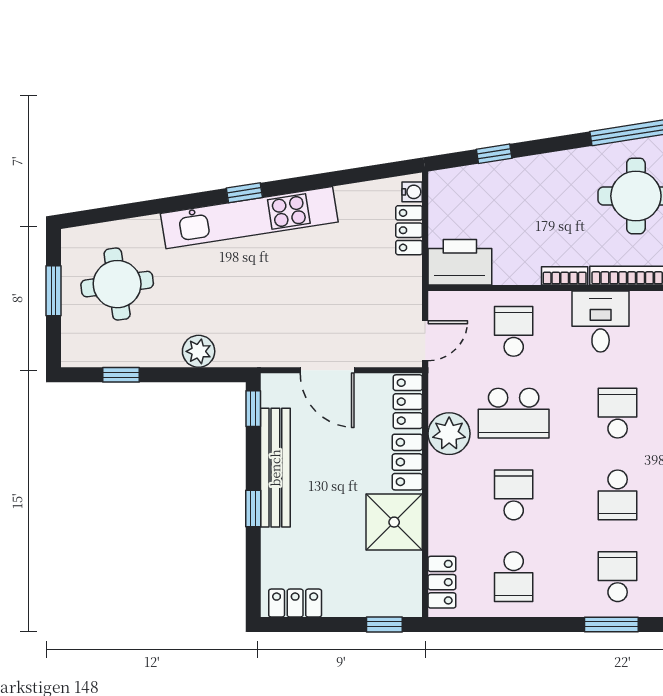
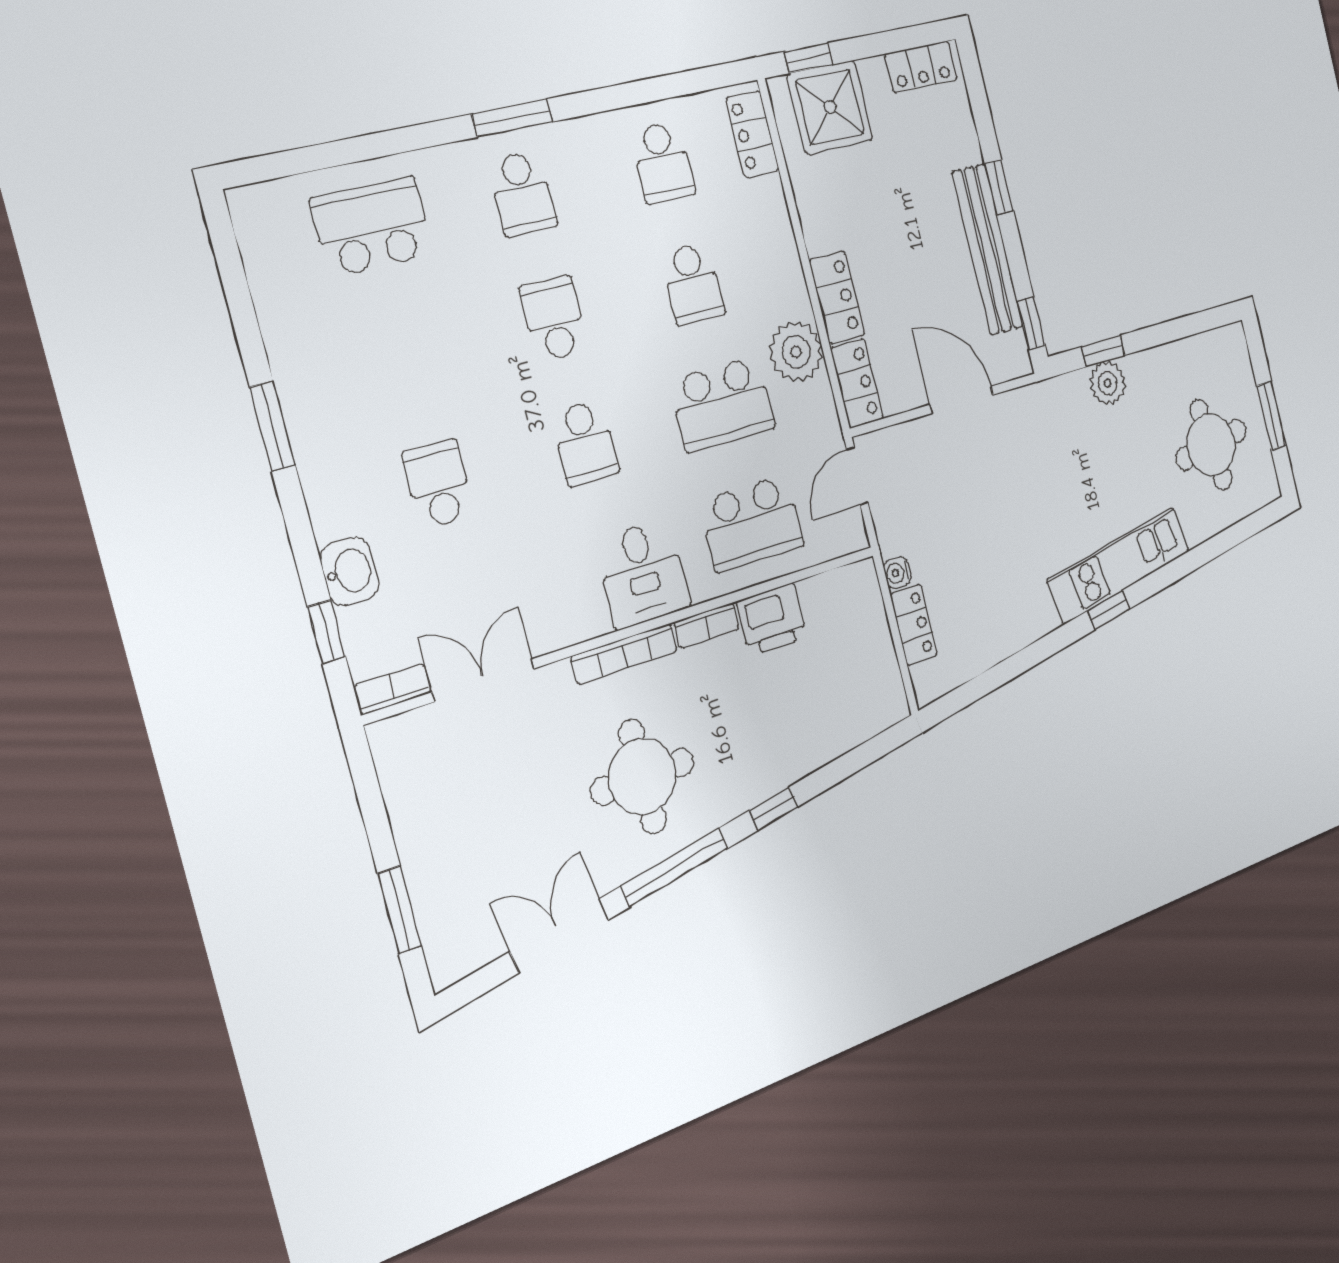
window: (494, 154) -> (773, 809), moved
water cooler: (412, 192) -> (897, 573), moved
kitchen unit: (249, 218) -> (1119, 565), width x0.73
printer: (460, 262) -> (772, 619), moved, width x0.73, depth x0.84
school desk: (514, 331) -> (752, 523), width x1.85
window: (121, 375) -> (1103, 351), moved
school desk: (514, 413) -> (722, 404), turned 180
shower: (394, 522) -> (830, 107), moved
school desk: (514, 577) -> (663, 162), turned 180

